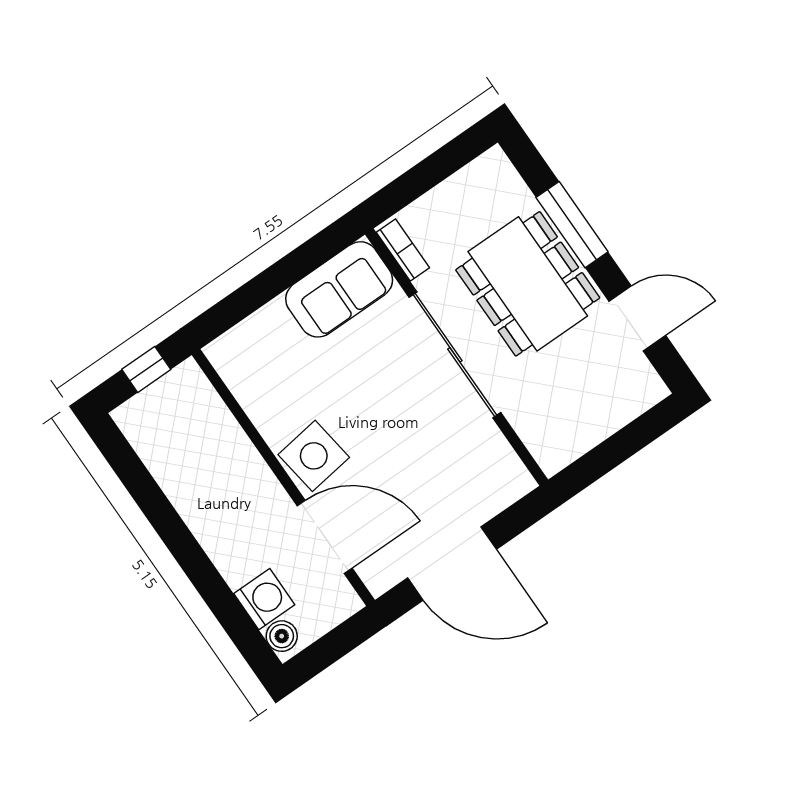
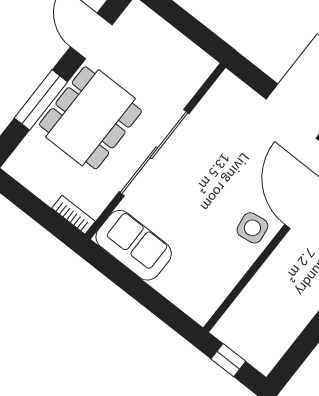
bookcase: (403, 250) -> (74, 215), moved, turned 90
side table: (314, 456) -> (252, 228), width x0.73, depth x0.73

